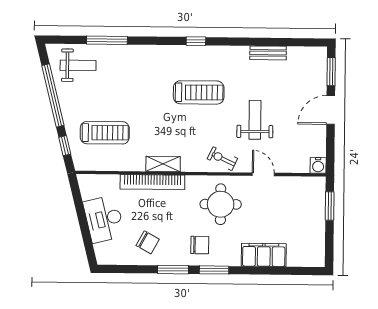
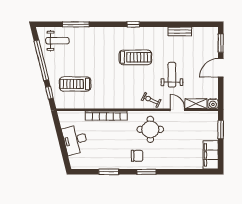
treadmill: (105, 133) -> (75, 84), turned 180
shelving: (163, 164) -> (196, 104), moved
chair: (148, 242) -> (104, 154), removed
filing cabinet: (264, 255) -> (211, 155), moved, turned -90
window: (173, 270) -> (109, 172), moved

